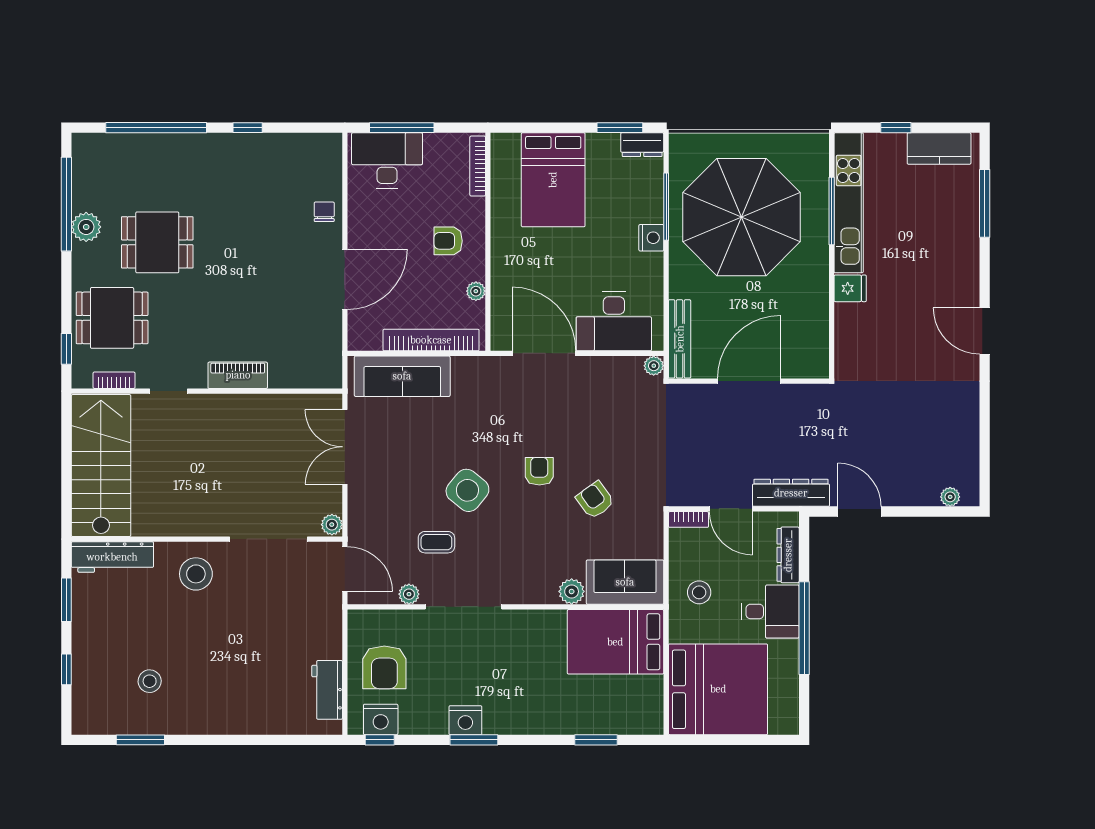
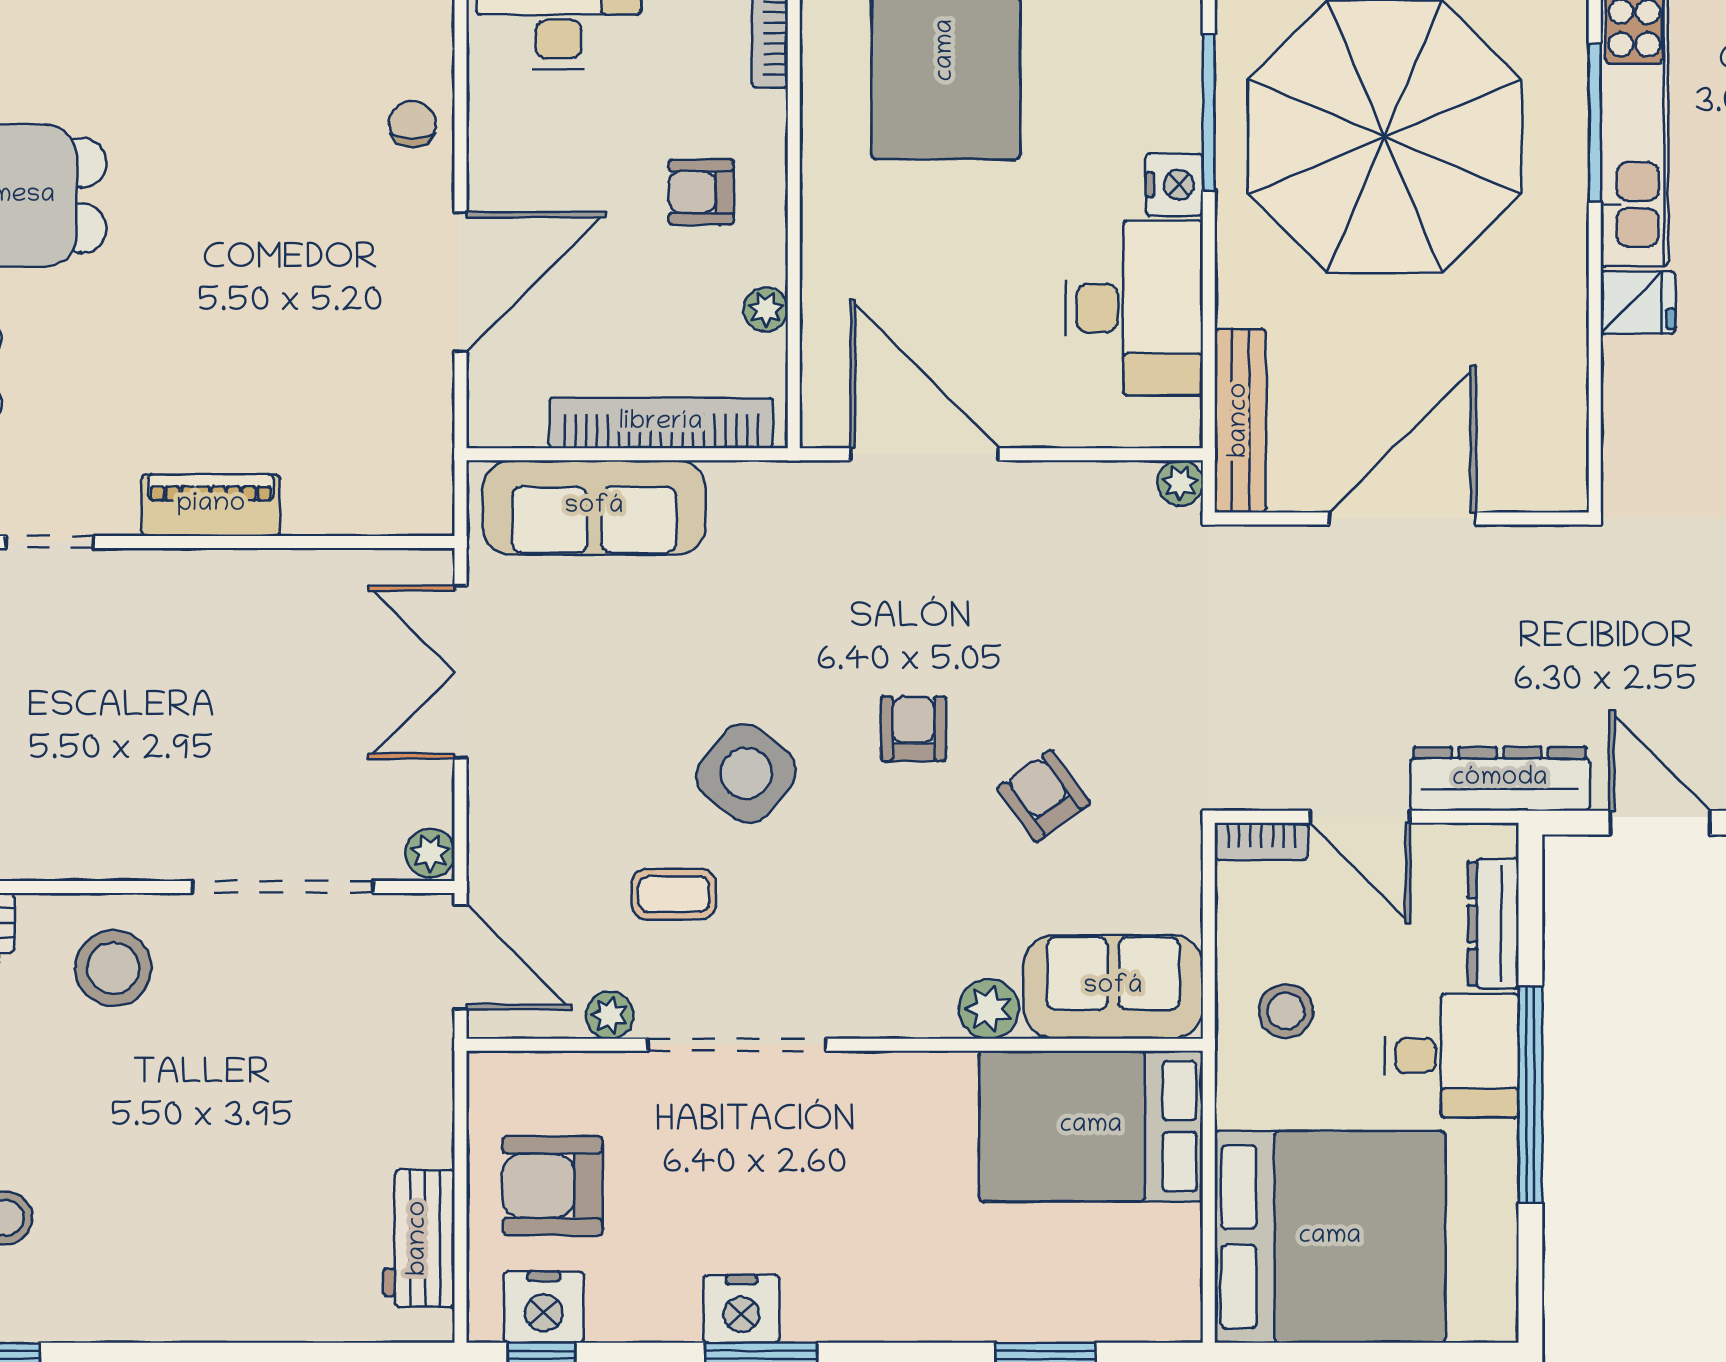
desk: (614, 321) -> (1134, 308), moved, turned -90
armchair: (384, 667) -> (553, 1186), turned 90

